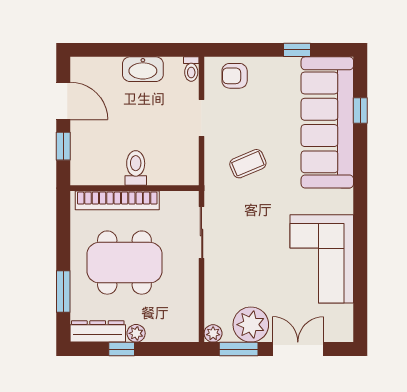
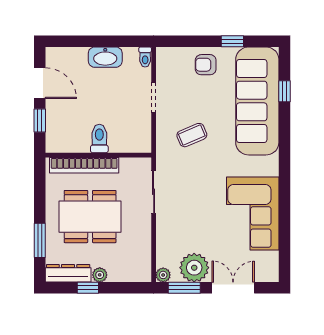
armchair: (235, 76) -> (206, 65), moved

